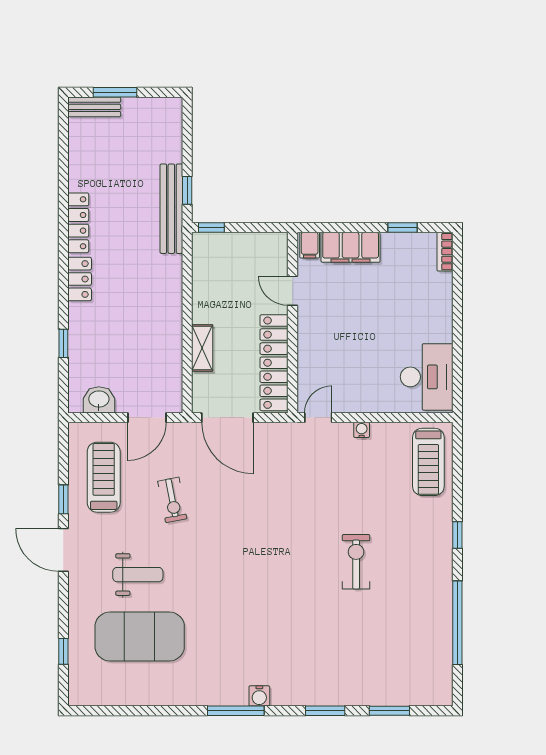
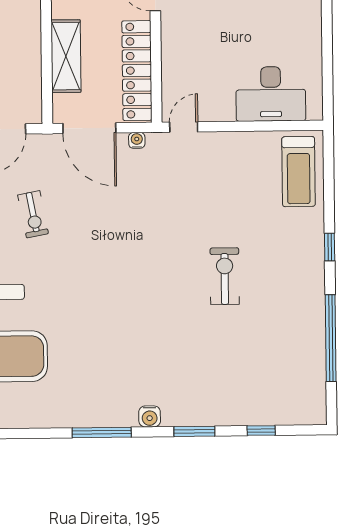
shelving: (202, 348) -> (66, 56), width x1.50, depth x1.33
desk: (427, 377) -> (271, 94), moved, turned 90
water cooler: (362, 430) -> (137, 140), moved
water cooler: (259, 696) -> (150, 416), moved
window: (389, 711) -> (261, 430), width x0.67

